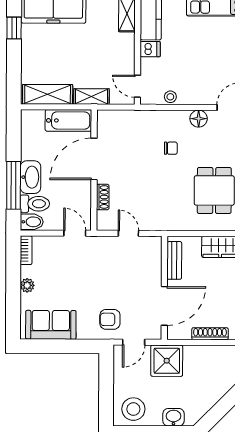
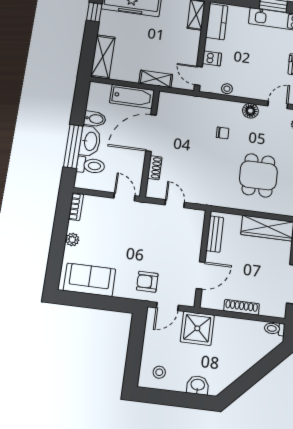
dishwasher: (150, 49) -> (212, 58), moved
shelving: (48, 94) -> (103, 57), moved, turned 90
bidet: (32, 222) -> (95, 119), moved
door: (164, 306) -> (201, 275), width x0.73
stool: (133, 409) -> (159, 372), width x0.53, depth x0.53

